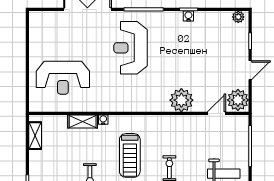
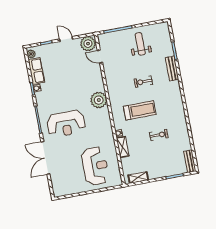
row of seats: (213, 20) -> (36, 71), added
plant: (181, 100) -> (99, 100), moved

